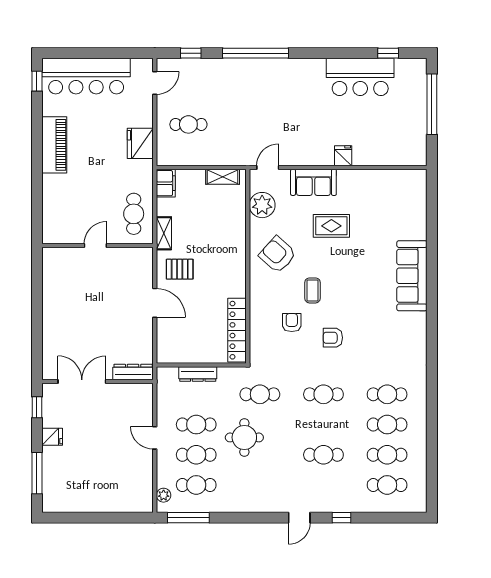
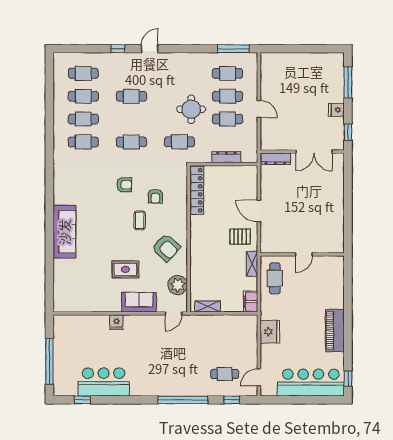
cafe table: (188, 124) -> (225, 374), moved
plant: (164, 495) -> (252, 66), removed

